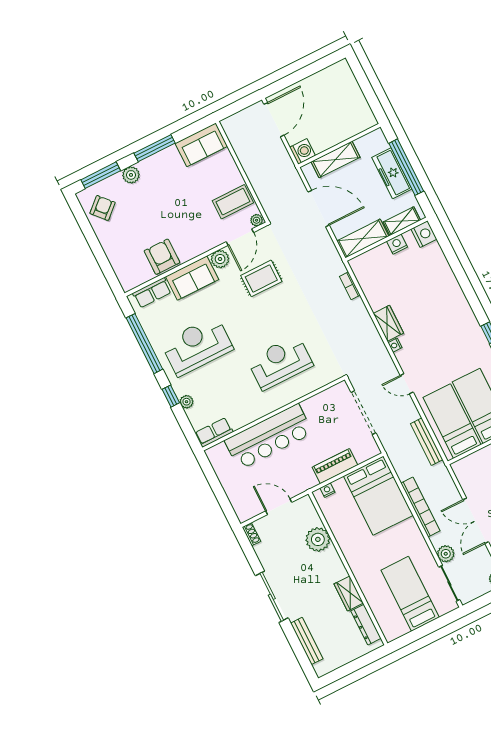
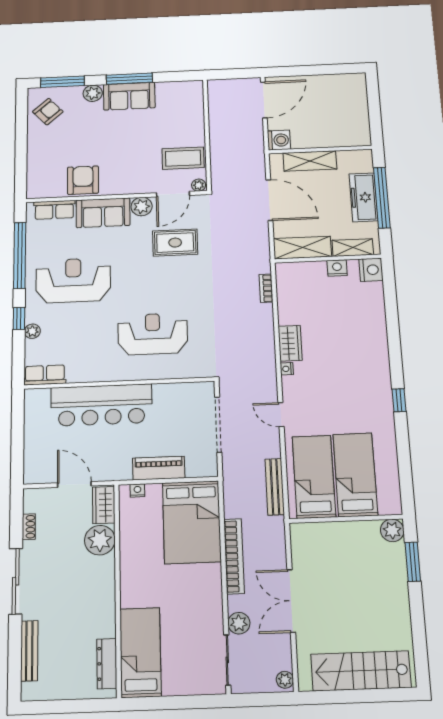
sofa: (201, 145) -> (129, 96), moved
shoe rack: (251, 534) -> (29, 527), moved
wardrobe: (349, 593) -> (104, 505), moved
bed: (410, 594) -> (140, 652), moved

